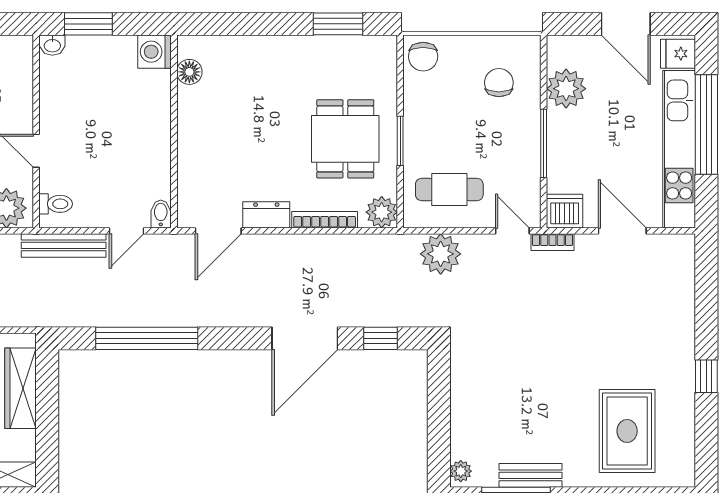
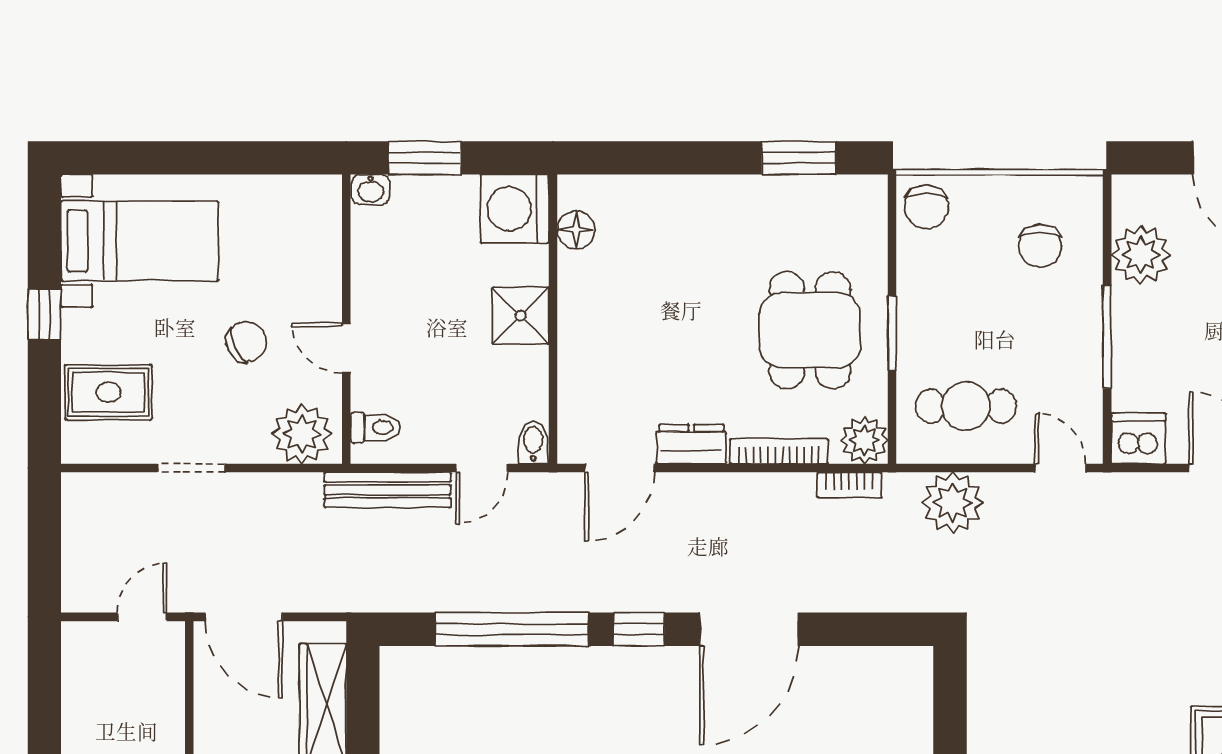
washing machine: (155, 52) -> (515, 209), width x1.37, depth x1.37
chair: (499, 83) -> (1040, 246), turned 180
shower: (152, 129) -> (520, 316), added
bookcase: (553, 242) -> (849, 485), moved
window: (380, 338) -> (639, 629), moved

